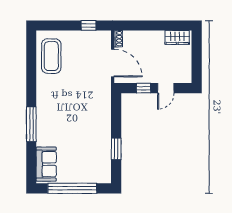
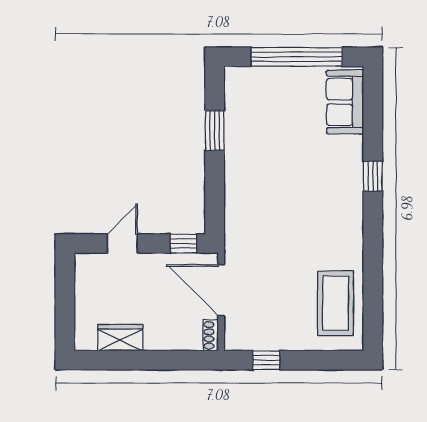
wardrobe: (177, 37) -> (120, 338), moved
window: (144, 88) -> (183, 244), moved
window: (31, 124) -> (373, 176), width x0.46

